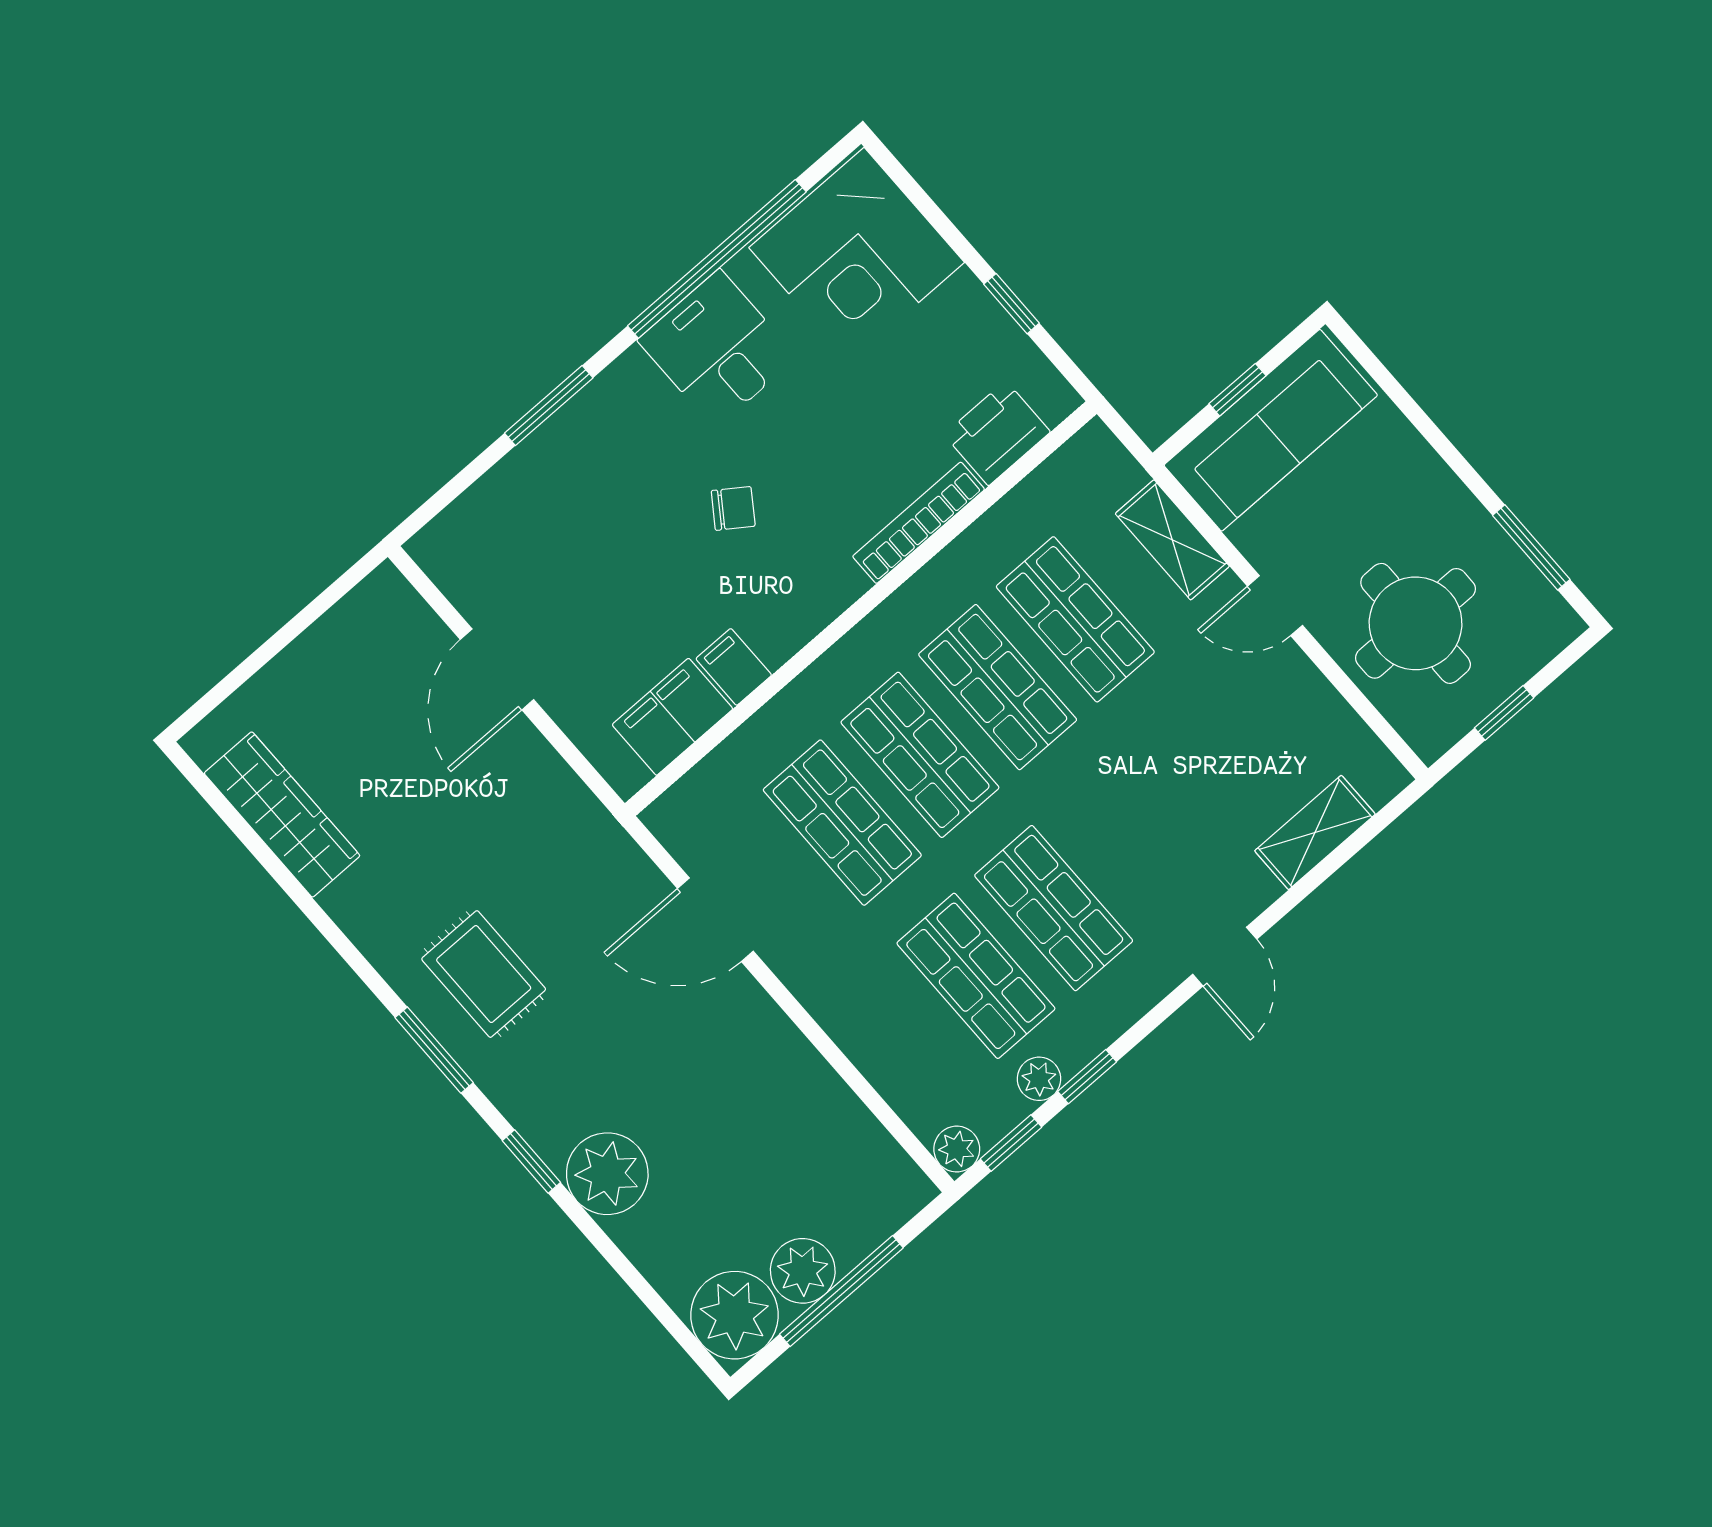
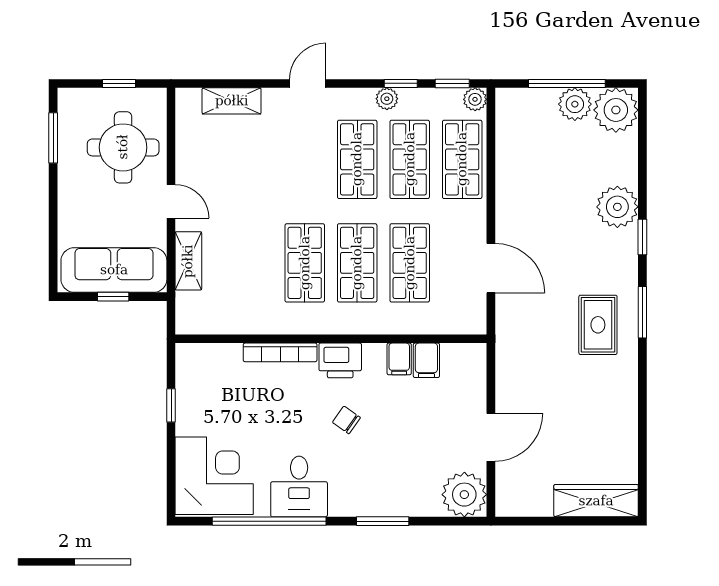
printer: (997, 433) -> (340, 360), moved
plant: (462, 550) -> (464, 495), added
shop shelf: (1075, 619) -> (462, 159), moved
filing cabinet: (673, 717) -> (426, 360), width x0.50
wardrobe: (282, 814) -> (596, 501), moved, turned 90
plant: (1039, 1079) -> (387, 99), moved

